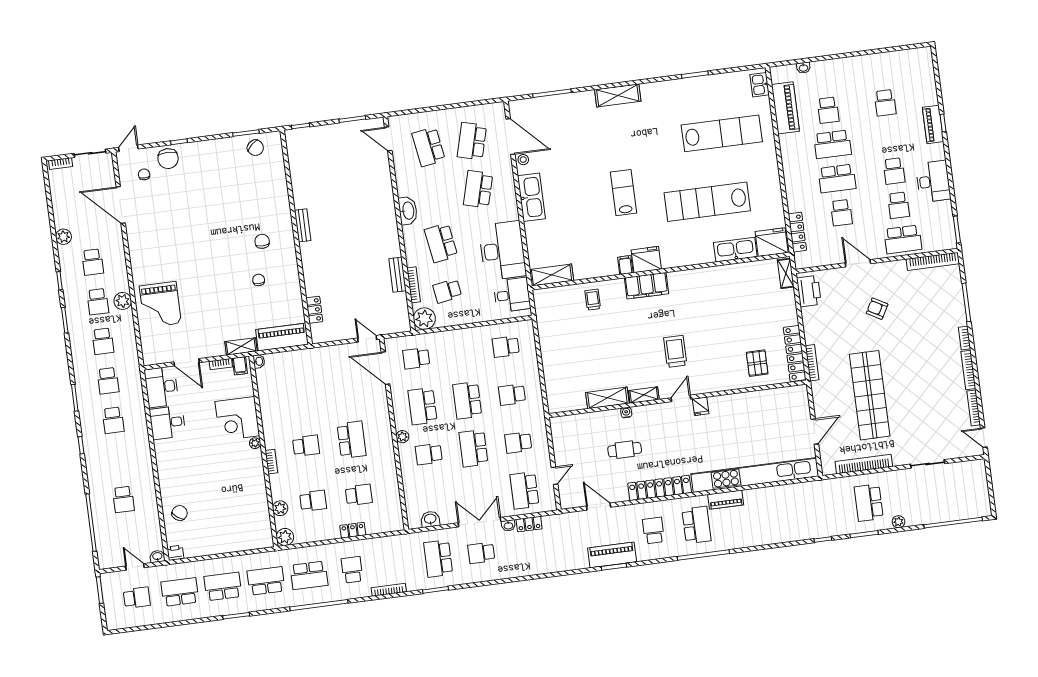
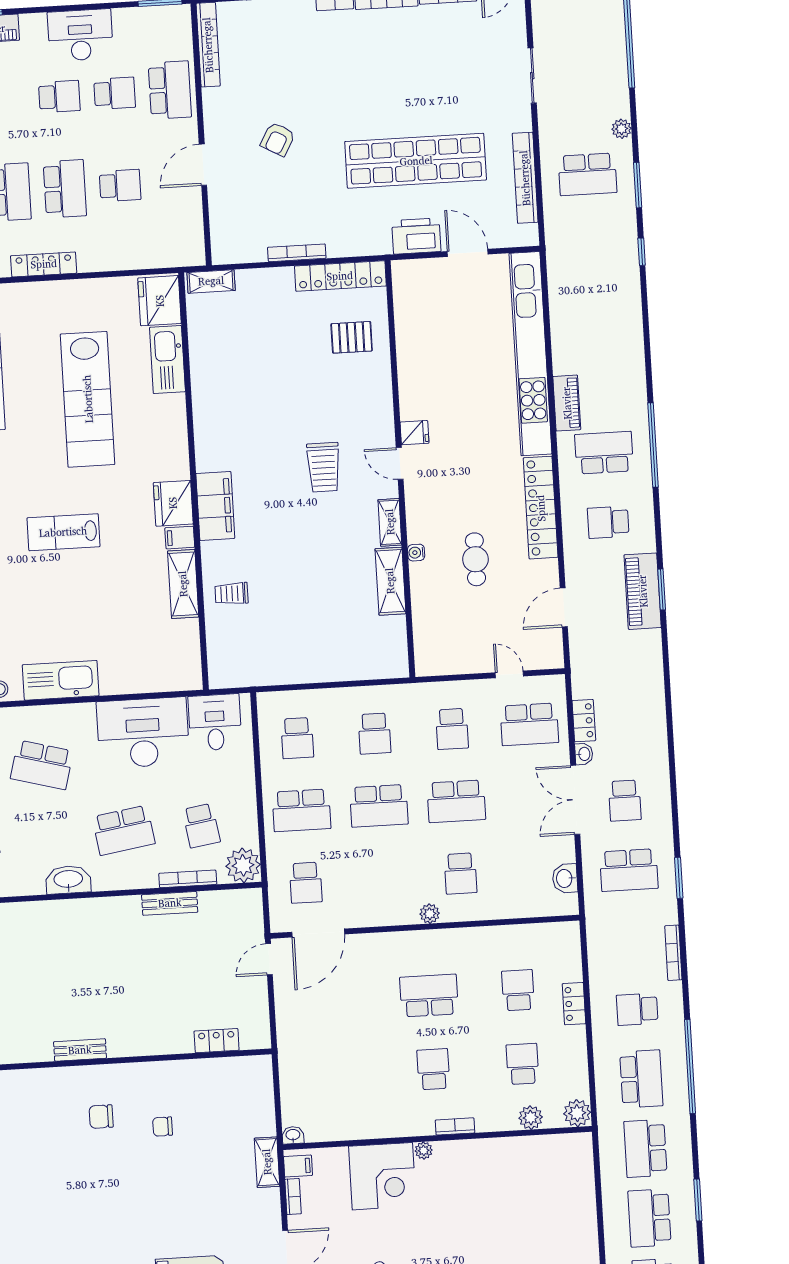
locker: (797, 232) -> (44, 264), moved
shelving: (552, 275) -> (183, 584), moved
printer: (809, 291) -> (416, 236), moved
piano: (282, 337) -> (257, 1096), removed
trolley: (675, 351) -> (324, 467), turned -90
bookcase: (812, 363) -> (297, 253), moved
school desk: (423, 406) -> (301, 810), moved

